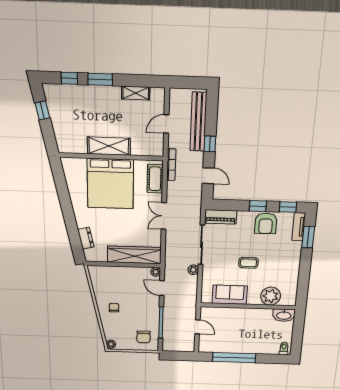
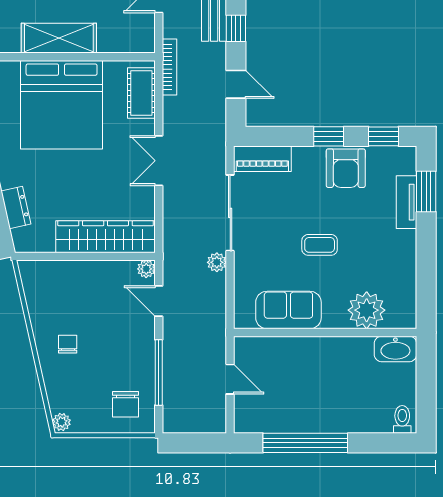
tv unit: (299, 227) -> (407, 202), moved

